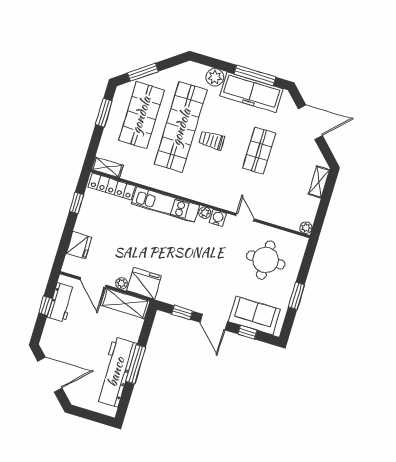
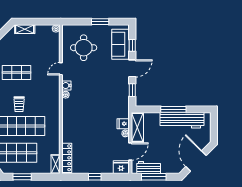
window: (77, 203) -> (95, 177), moved
kitchen unit: (166, 205) -> (68, 121), removed
fridge: (79, 245) -> (121, 167), moved
fridge: (144, 283) -> (123, 124), width x0.53, depth x0.75
window: (46, 306) -> (154, 177), width x2.17

